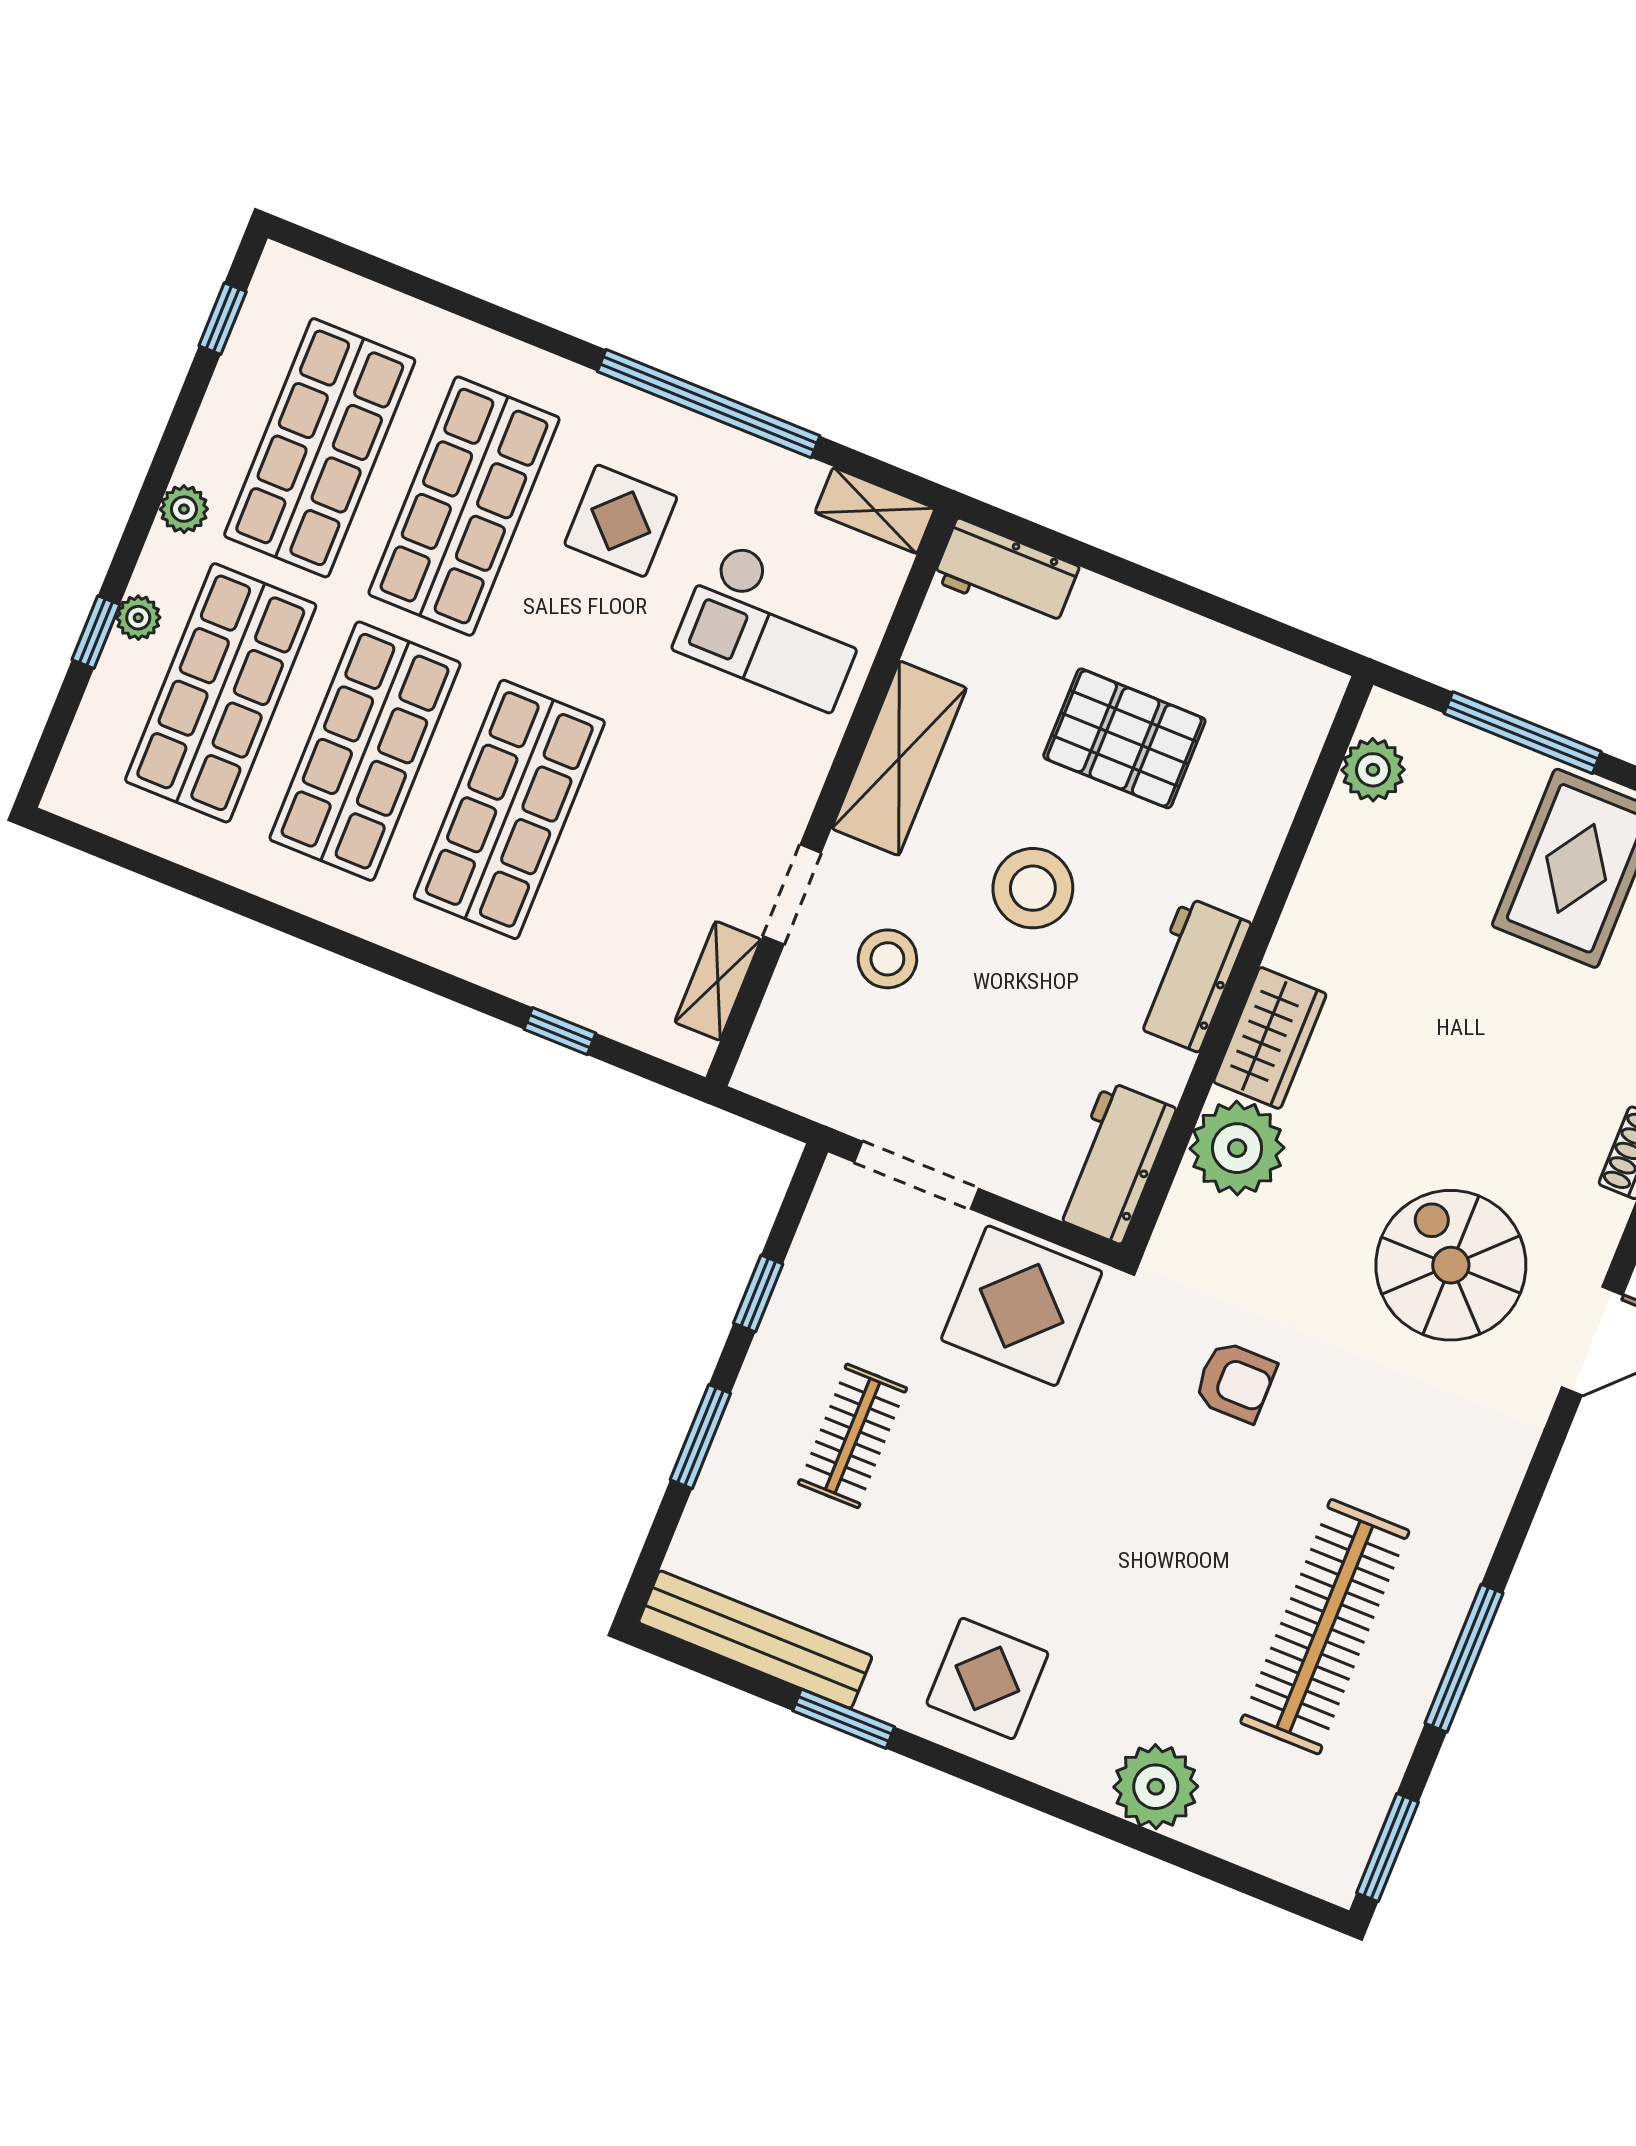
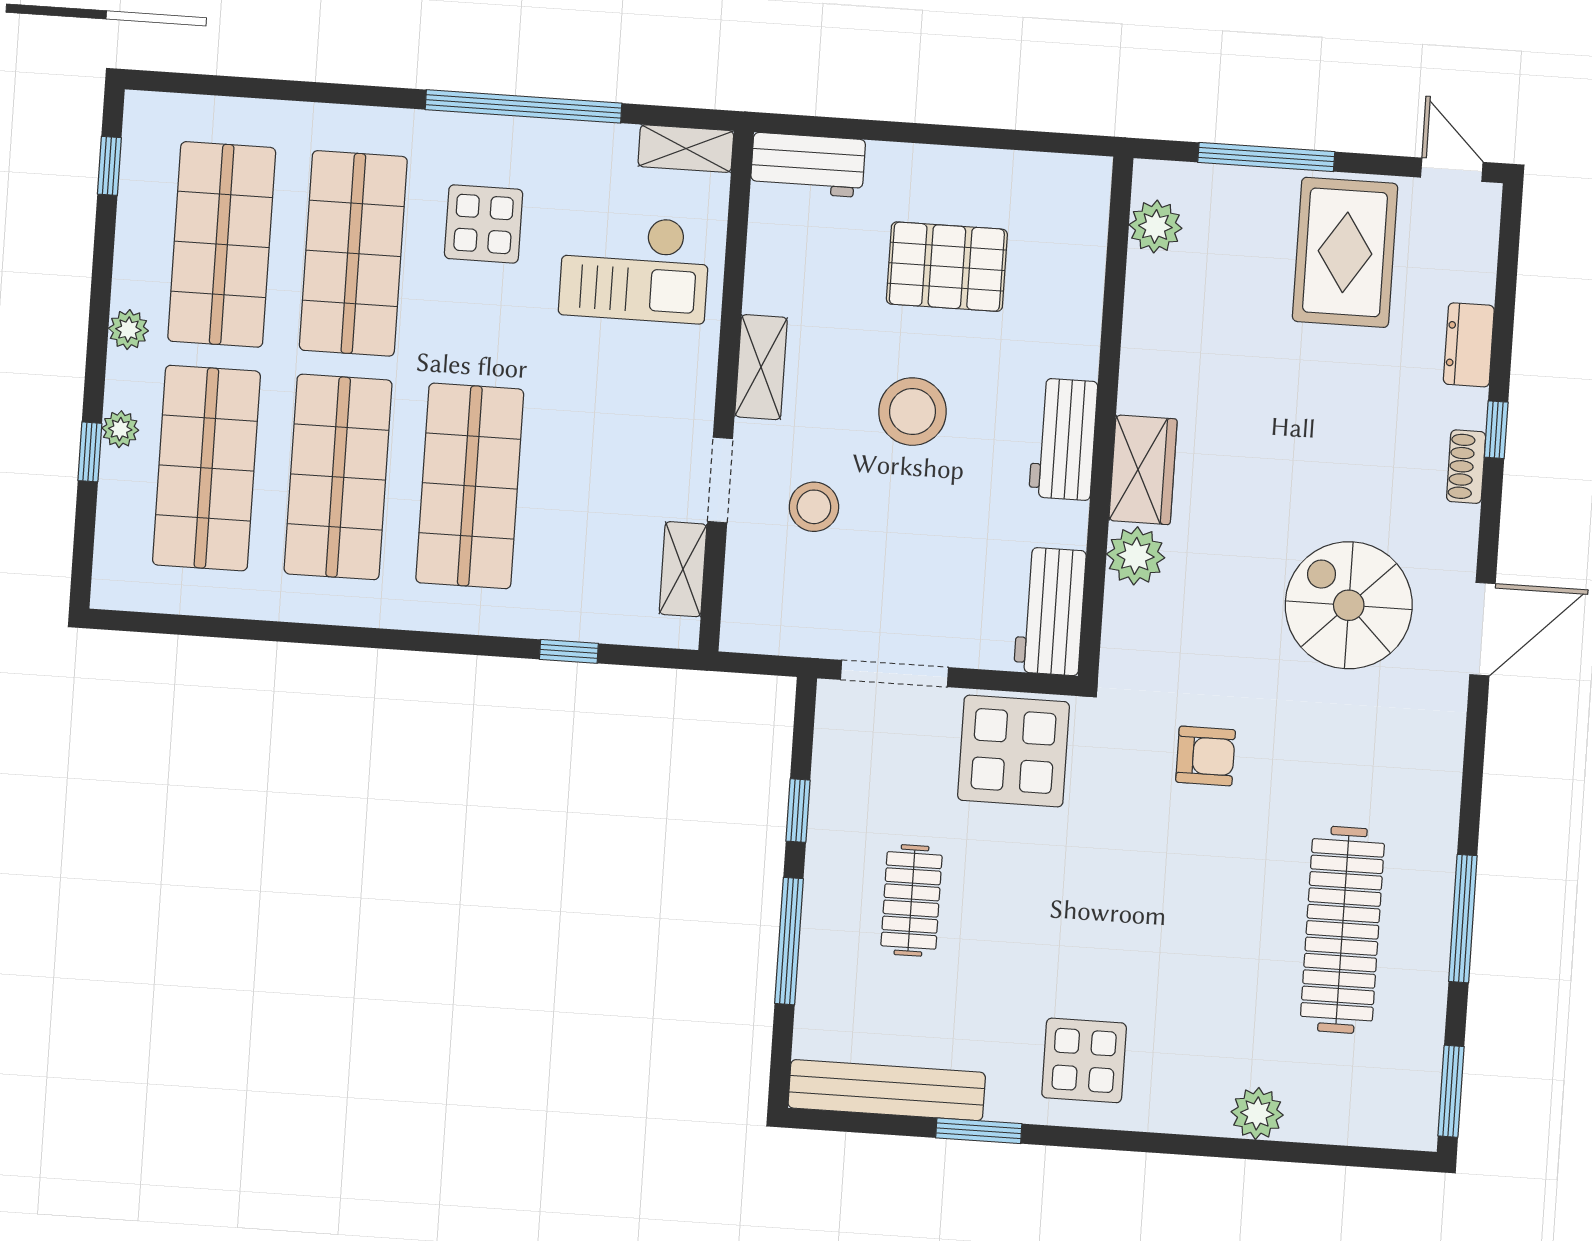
shelving: (899, 758) -> (761, 367), width x0.67, depth x0.75
plant: (1237, 1148) -> (1136, 556), width x0.73, depth x0.73
window: (700, 1437) -> (789, 941), width x1.44
plant: (1156, 1787) -> (1257, 1113), width x0.73, depth x0.73

